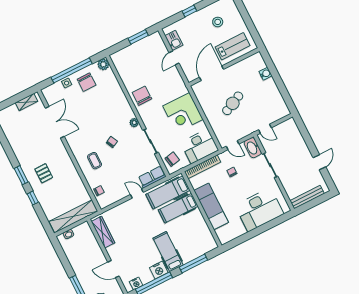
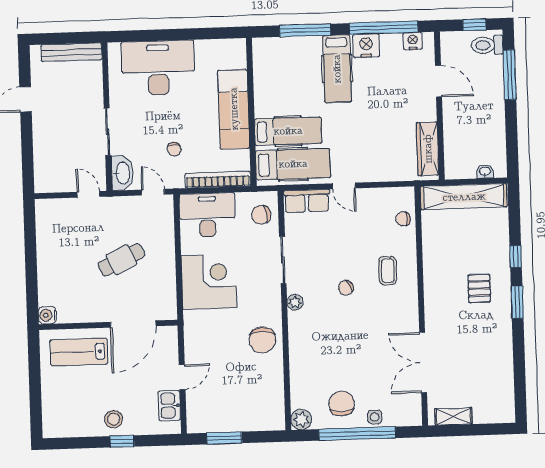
stool: (218, 22) -> (114, 419), moved
water cooler: (266, 74) -> (47, 315), moved

